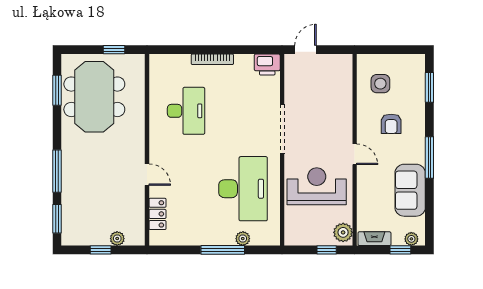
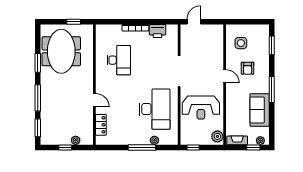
printer: (267, 64) -> (157, 31), moved
window: (57, 90) -> (38, 63), moved
door: (355, 154) -> (225, 76), moved
reception desk: (317, 186) -> (201, 107), turned 180
window: (327, 250) -> (193, 147), moved

